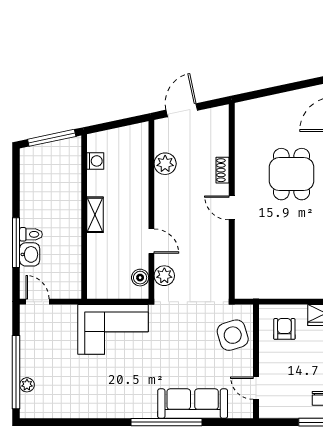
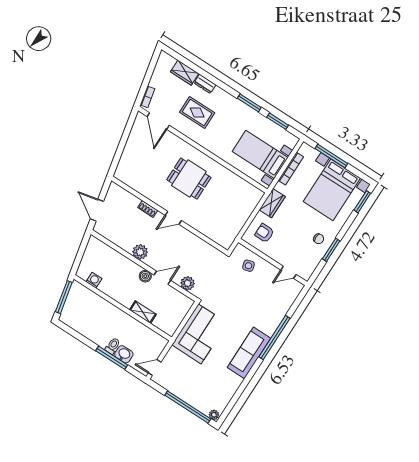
plant: (165, 164) -> (140, 252), moved
dining table: (292, 174) -> (189, 179), moved
shelving: (95, 215) -> (143, 312), moved
boiler: (140, 278) -> (145, 276), moved
side table: (233, 335) -> (248, 266), width x0.54, depth x0.54
plant: (27, 385) -> (214, 415), moved
sofa: (193, 404) -> (249, 353), moved

